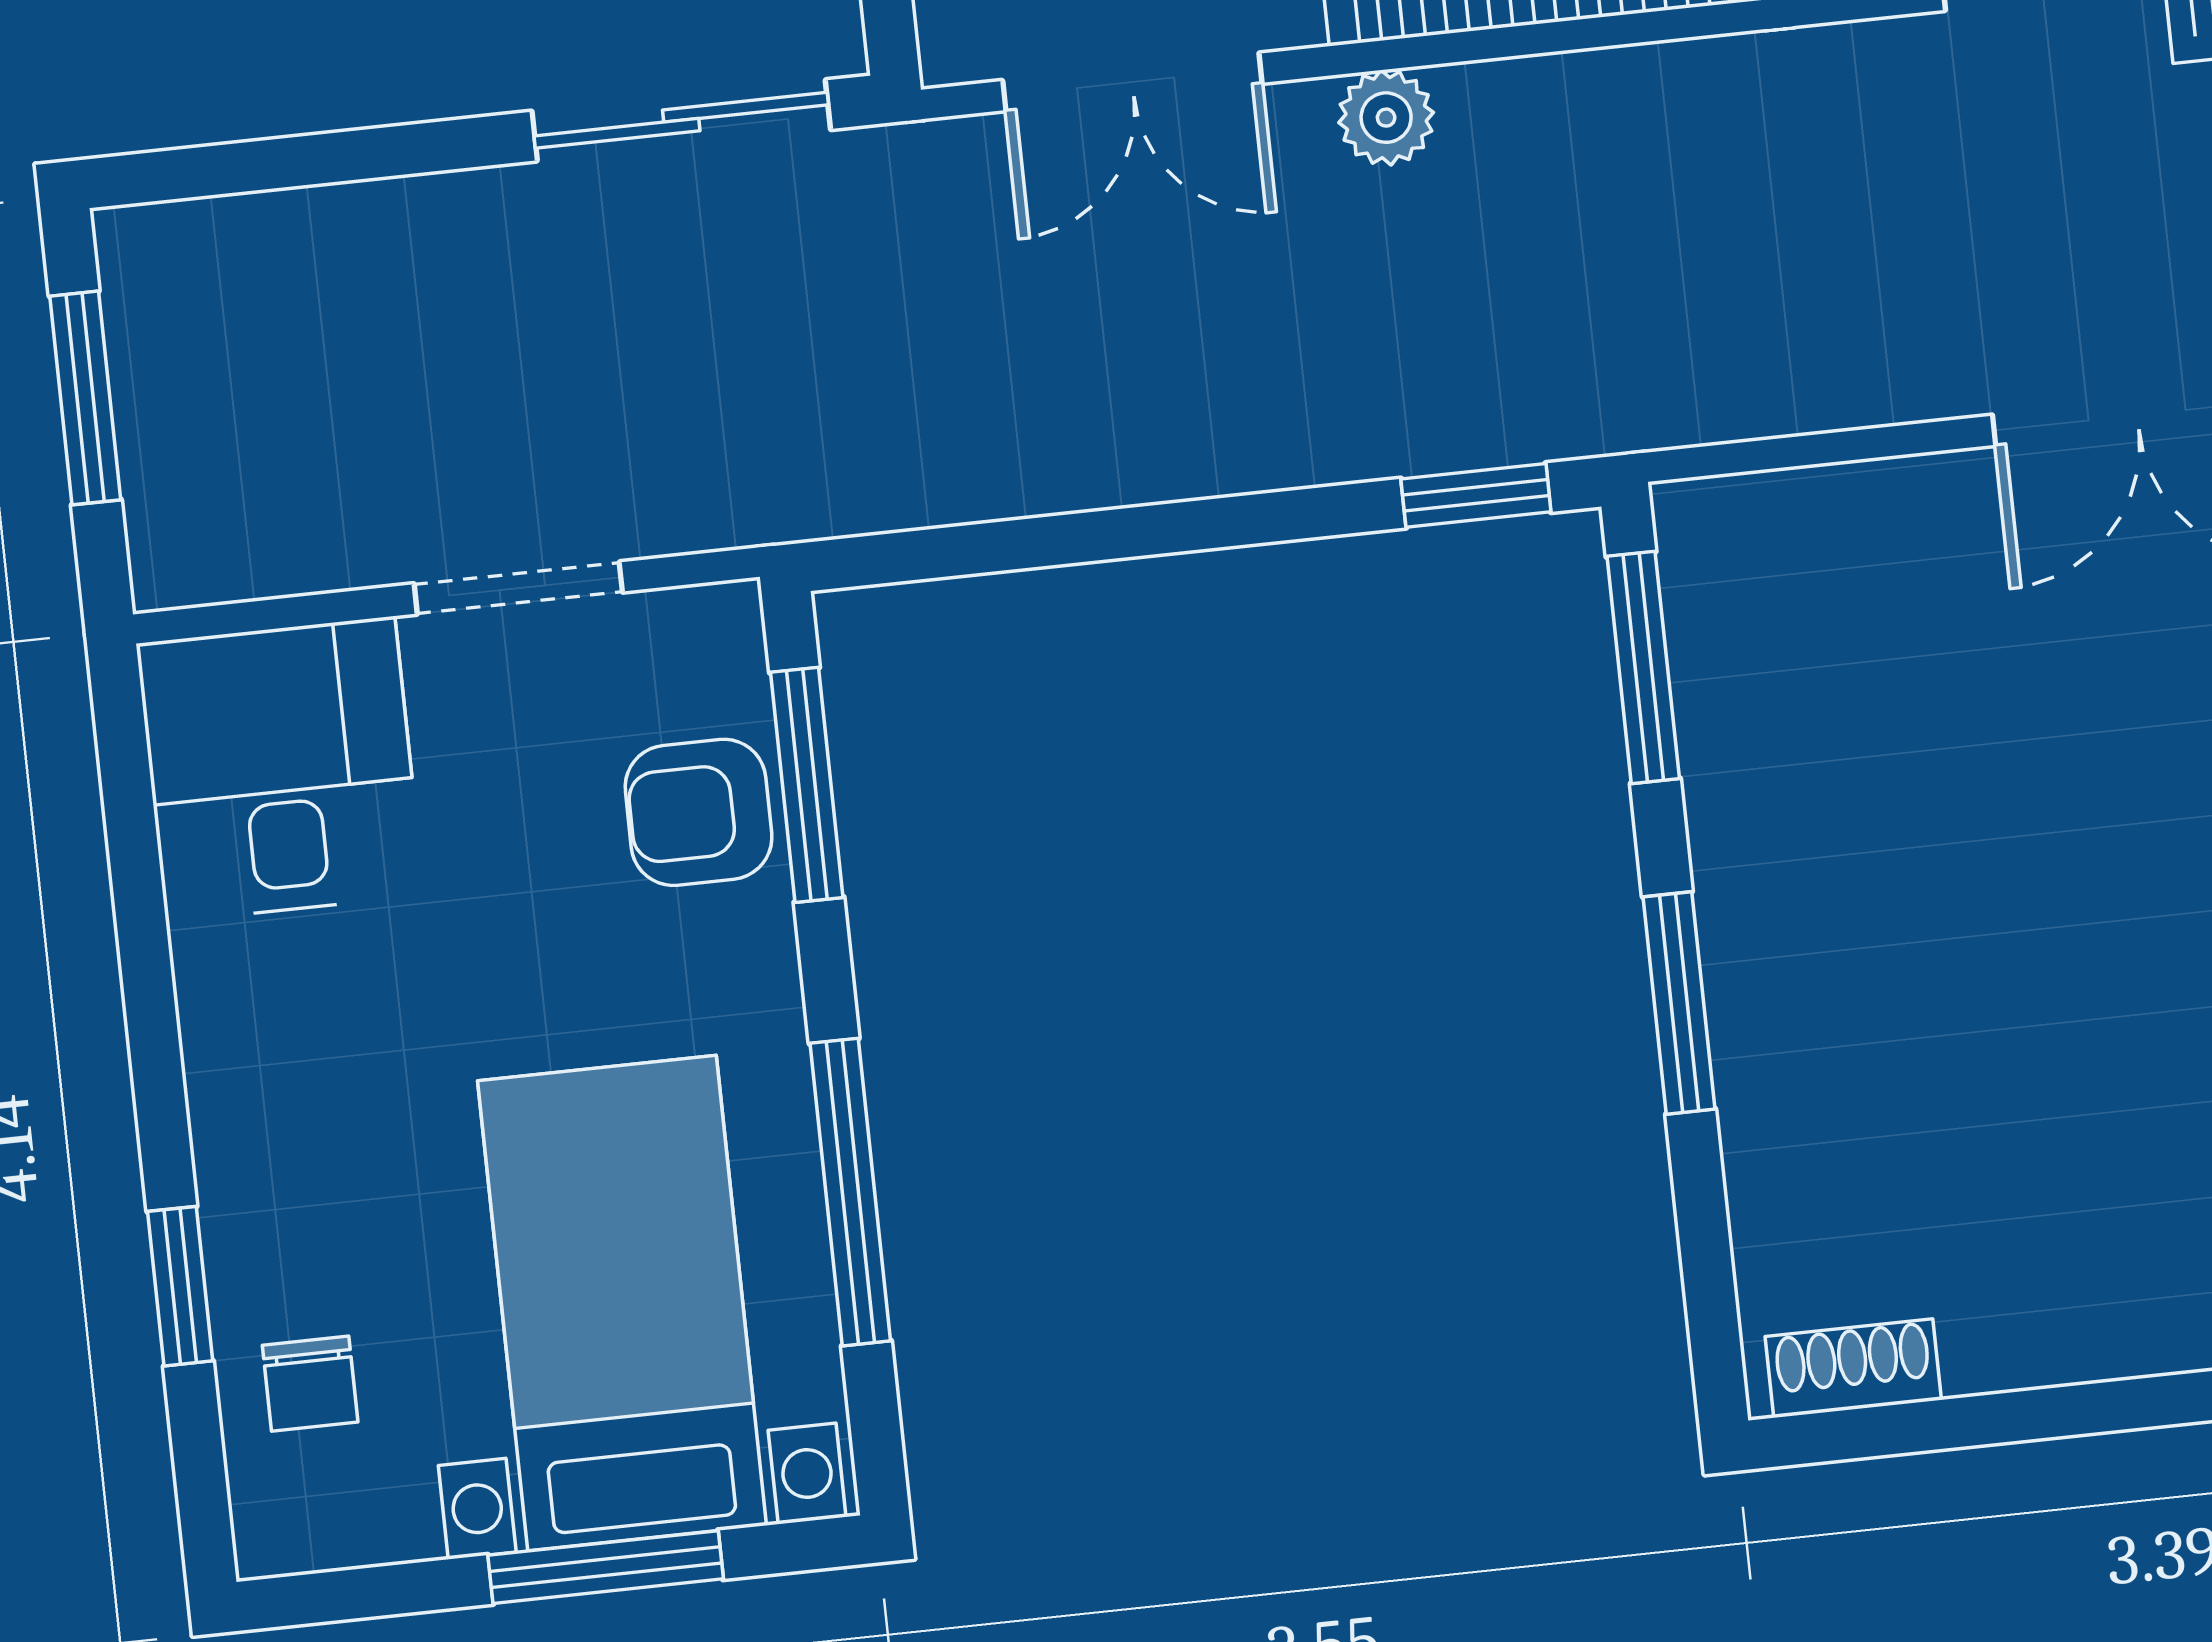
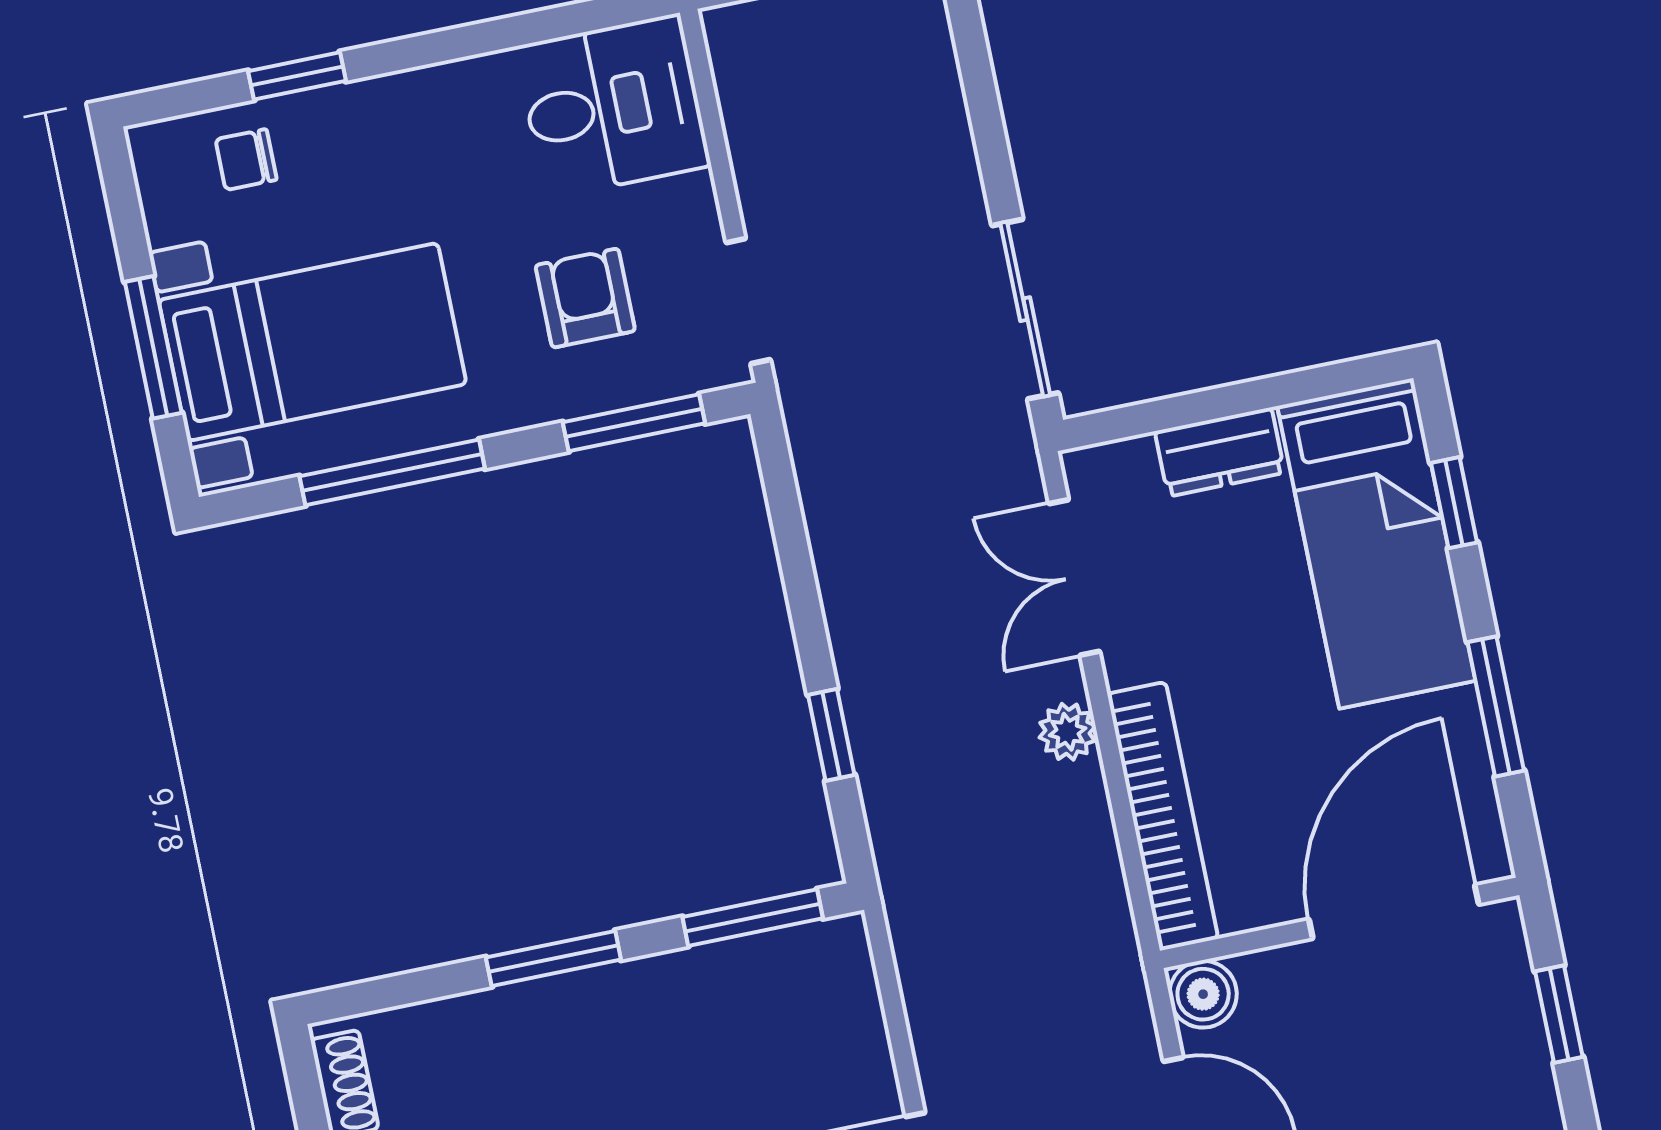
window: (1476, 495) -> (831, 735), moved
doorway: (518, 588) -> (748, 301), moved
armchair: (699, 812) -> (585, 298), moved

